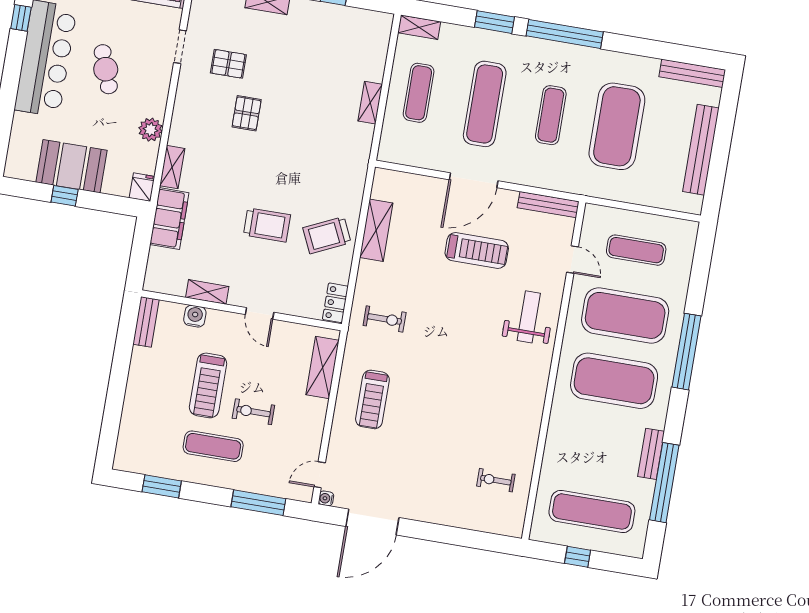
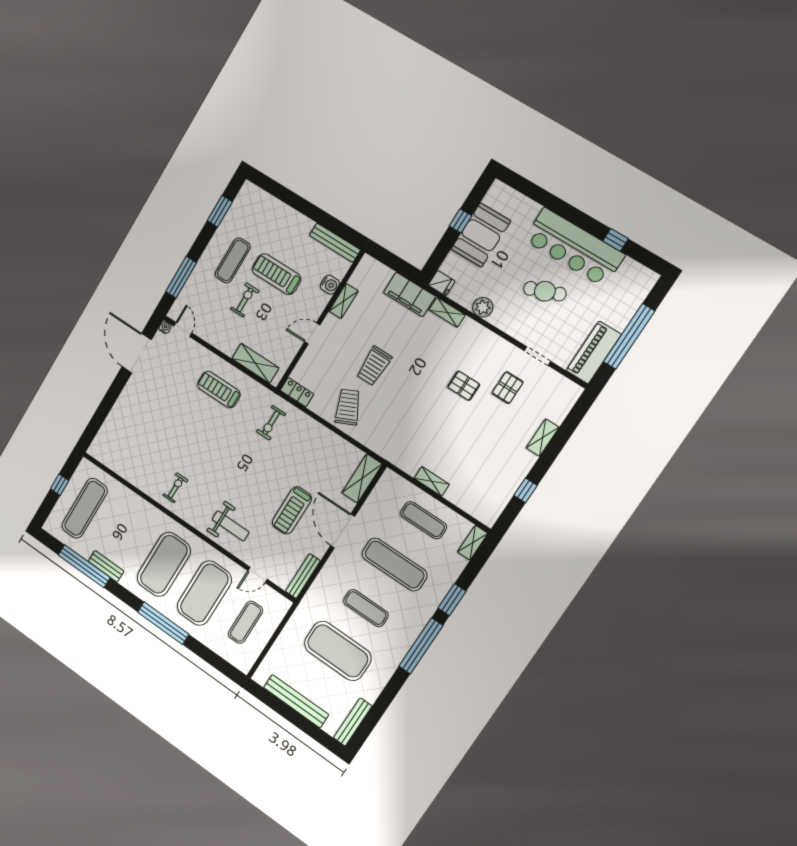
shelving: (376, 230) -> (362, 479), moved, turned 90
bench: (146, 322) -> (335, 243), width x1.36
exercise bike: (496, 480) -> (175, 488), moved

